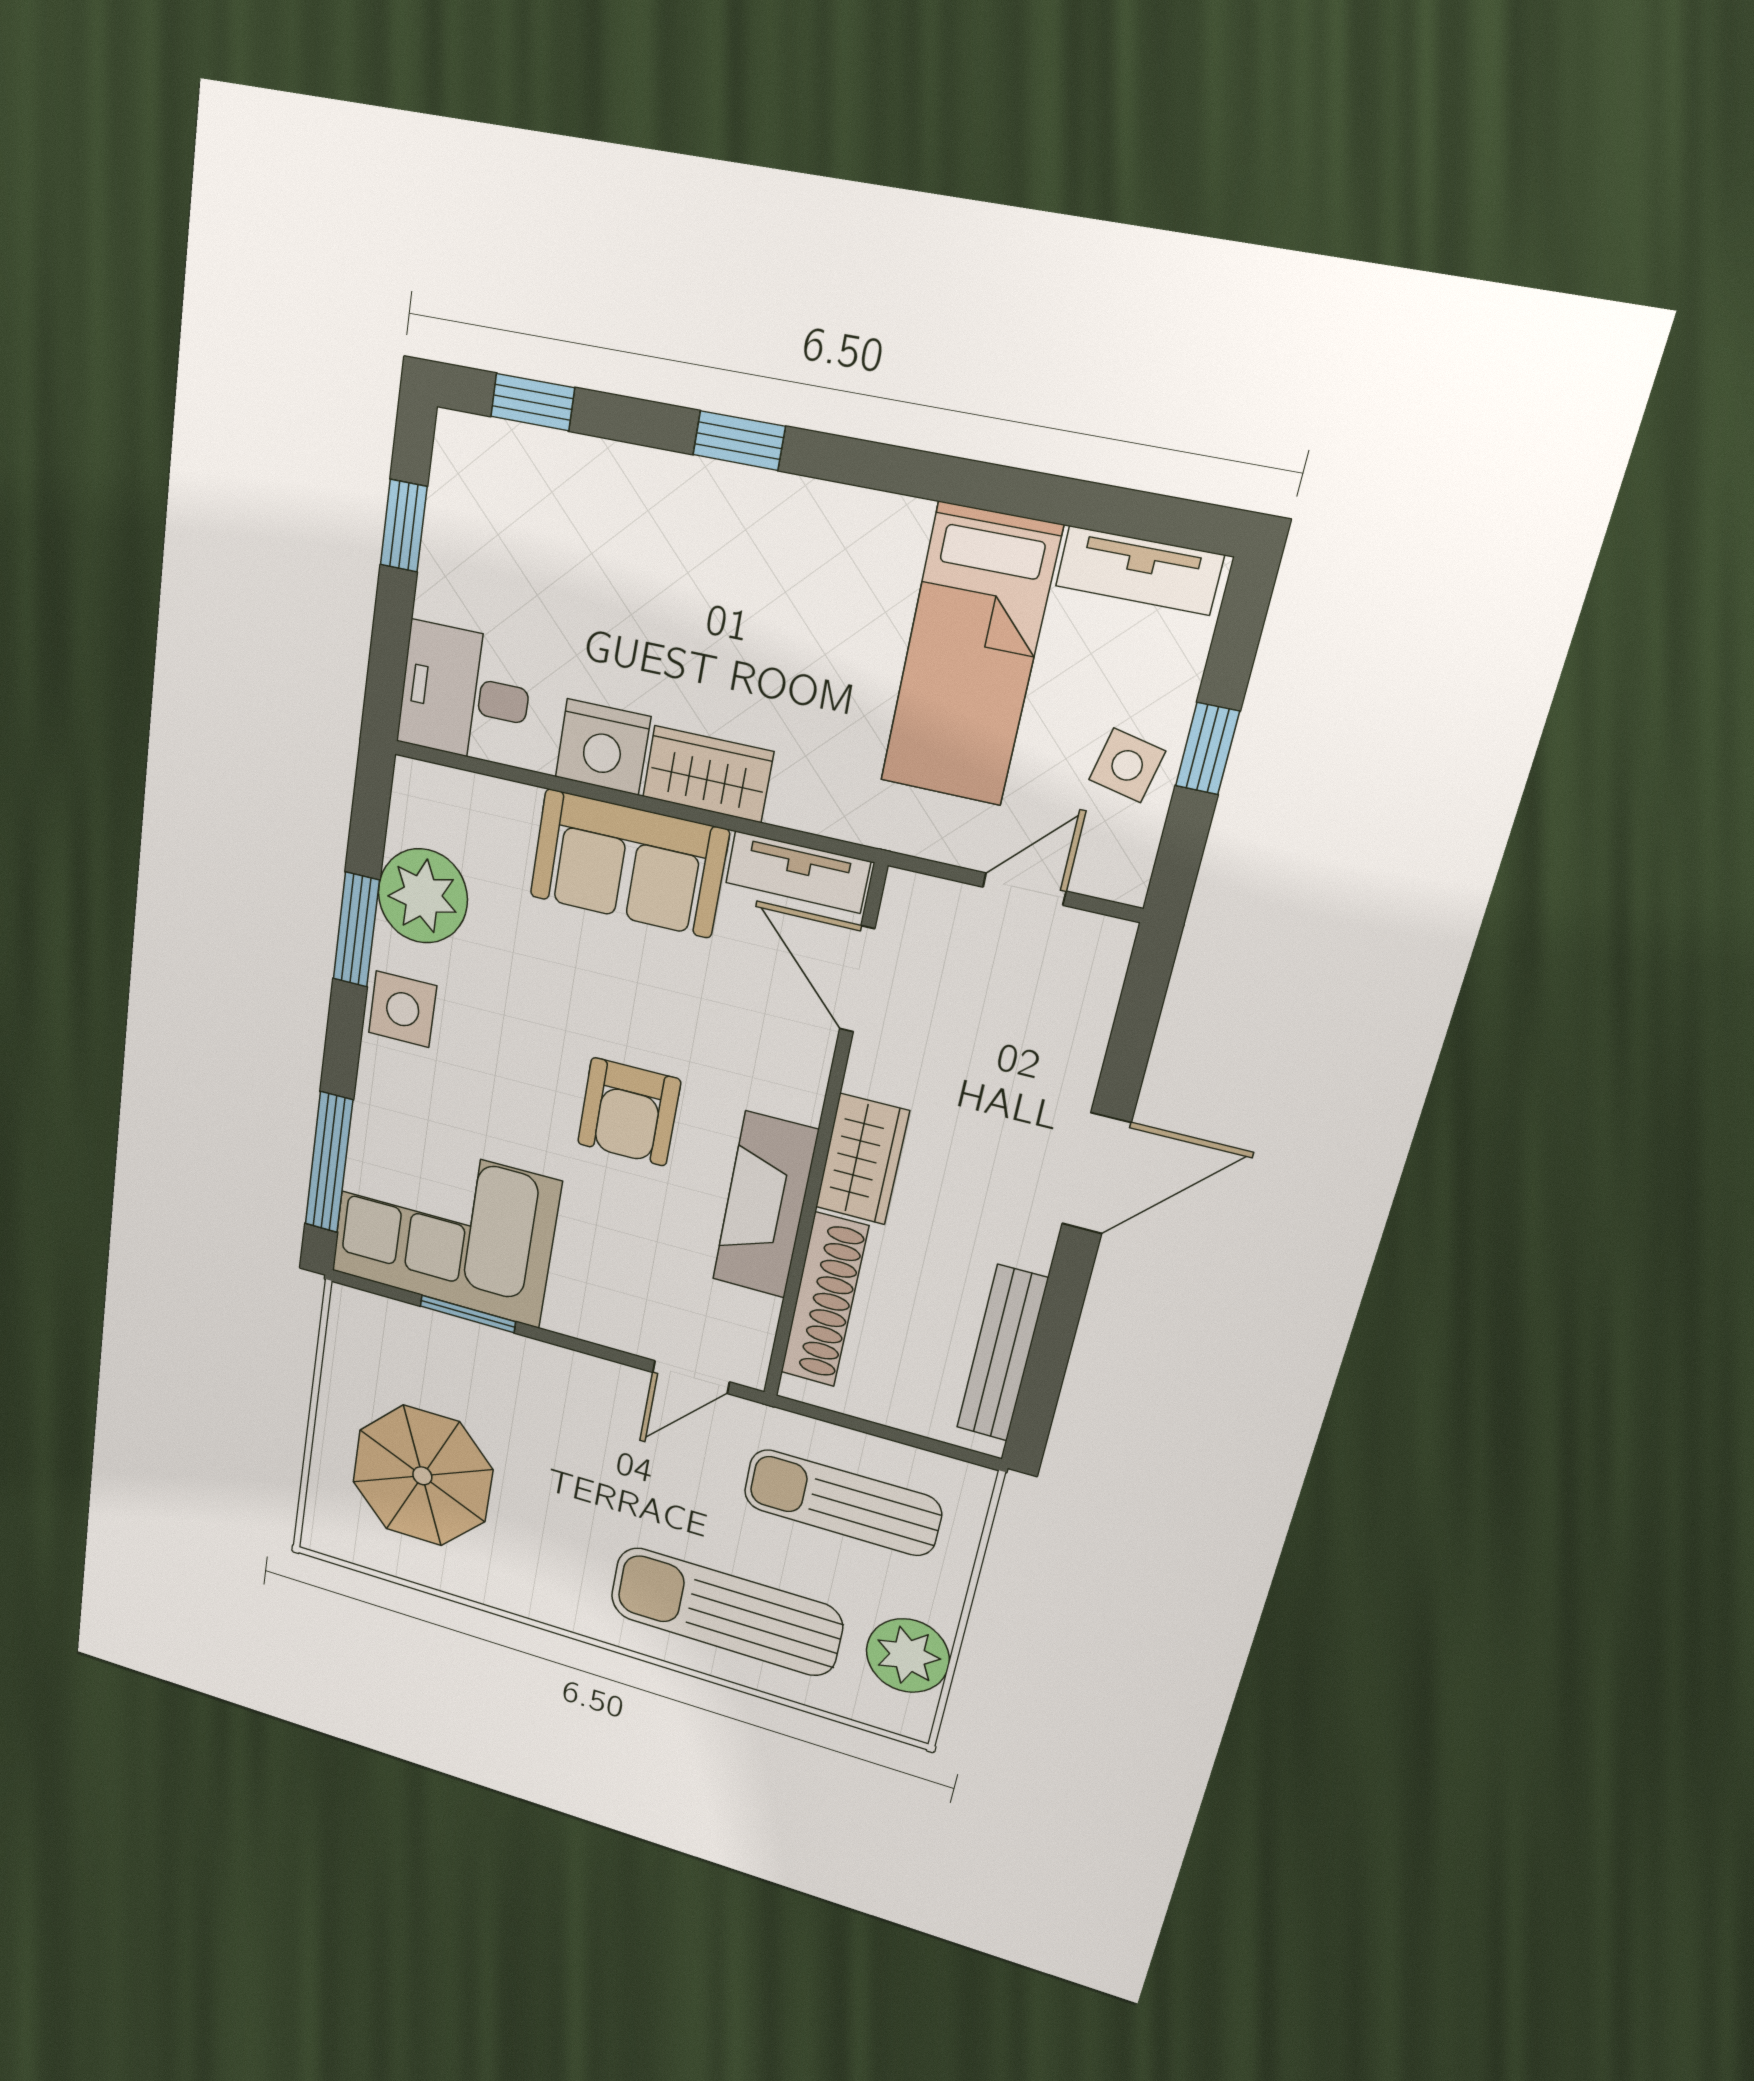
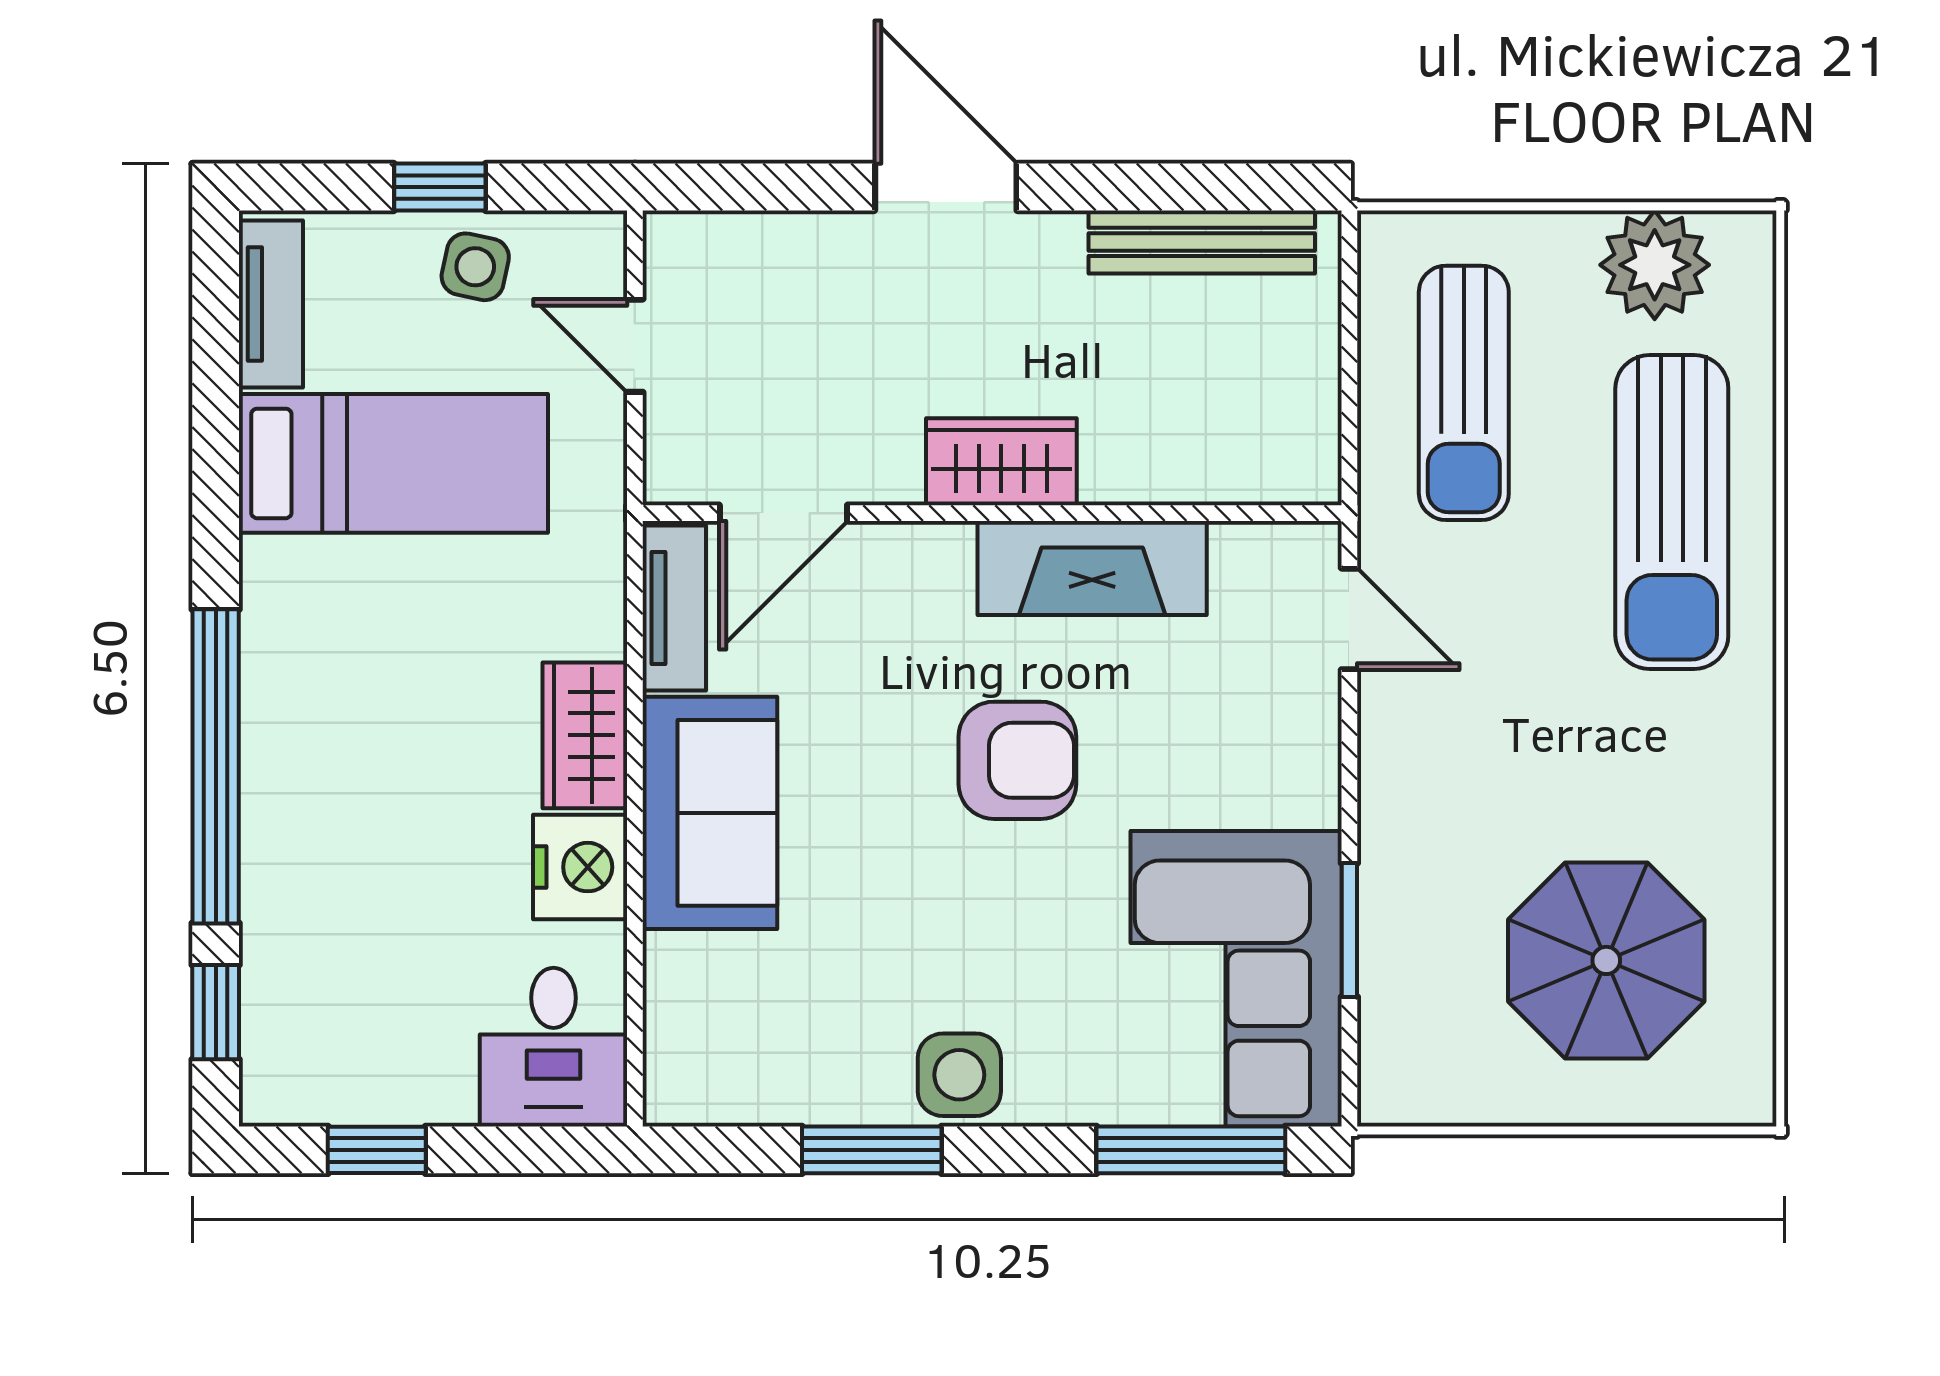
window: (739, 441) -> (216, 766), width x3.17
plant: (423, 896) -> (809, 1067), removed
shoe rack: (824, 1300) -> (1195, 471), removed

